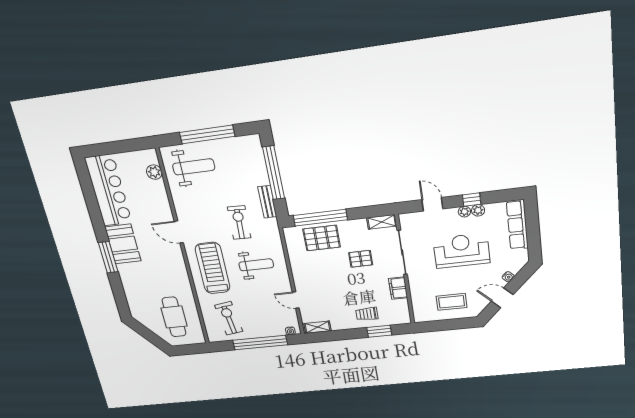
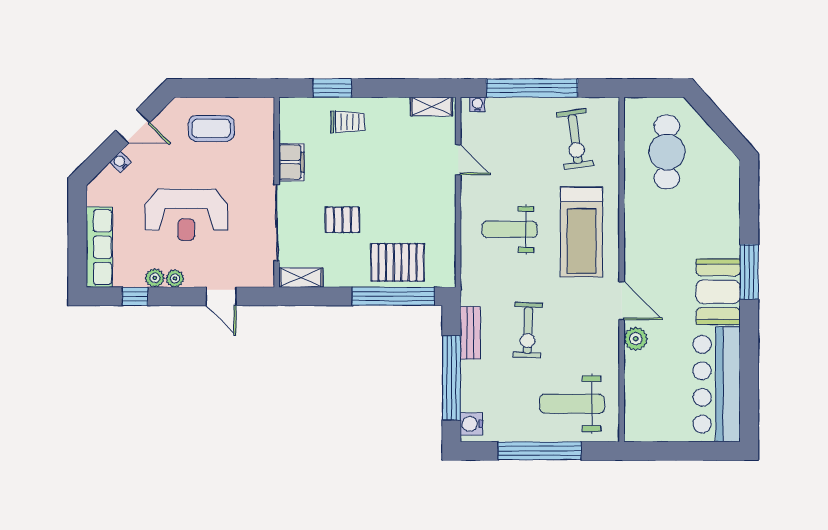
water cooler: (255, 146) -> (471, 424), added
plant: (154, 172) -> (636, 339), moved
window: (472, 200) -> (135, 296), moved
exercise bike: (239, 223) -> (528, 330), moved

